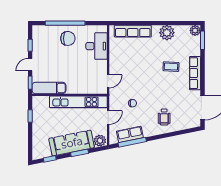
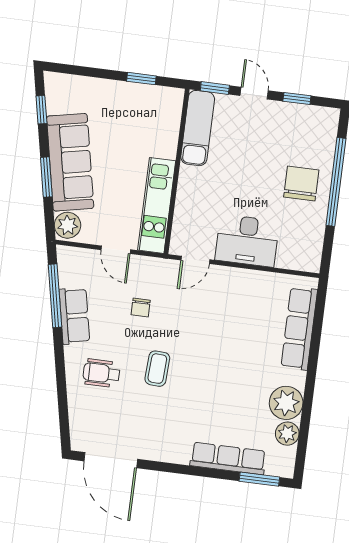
plant: (195, 30) -> (287, 434), moved
chair: (68, 38) -> (301, 183), turned 180
desk: (96, 46) -> (247, 241), moved
coffee table: (171, 67) -> (157, 369), moved
row of seats: (195, 73) -> (228, 458), moved
door: (108, 81) -> (195, 260), hinge flipped
kitchen unit: (78, 102) -> (157, 205), width x0.73
row of seats: (130, 134) -> (74, 316), moved

